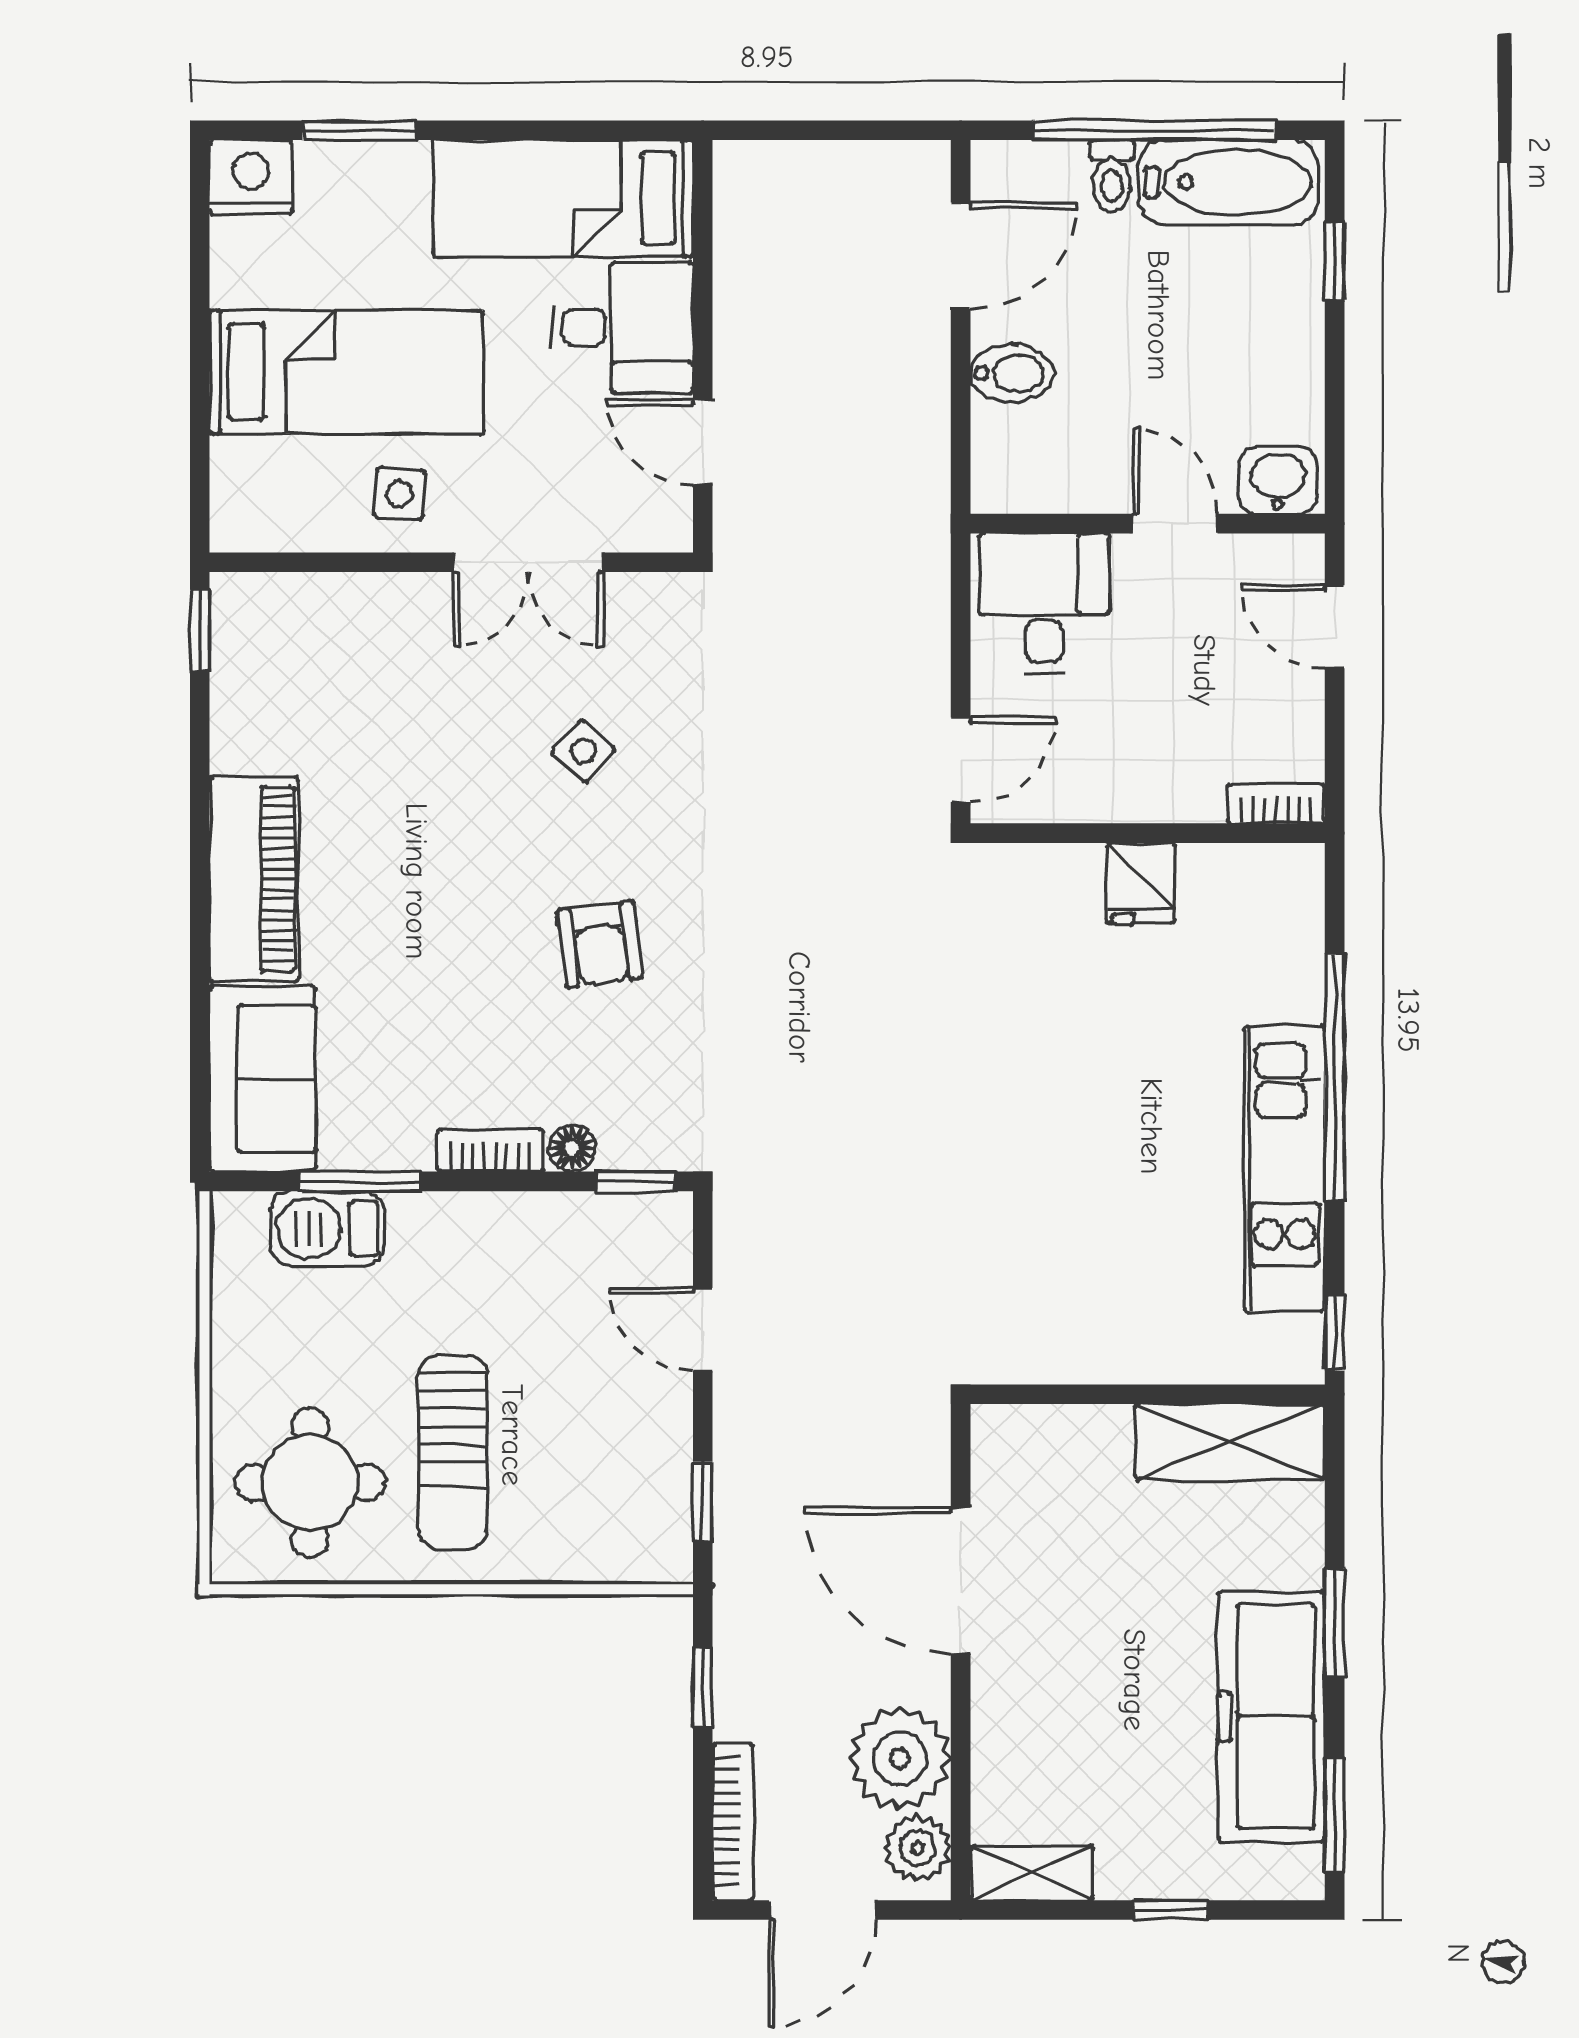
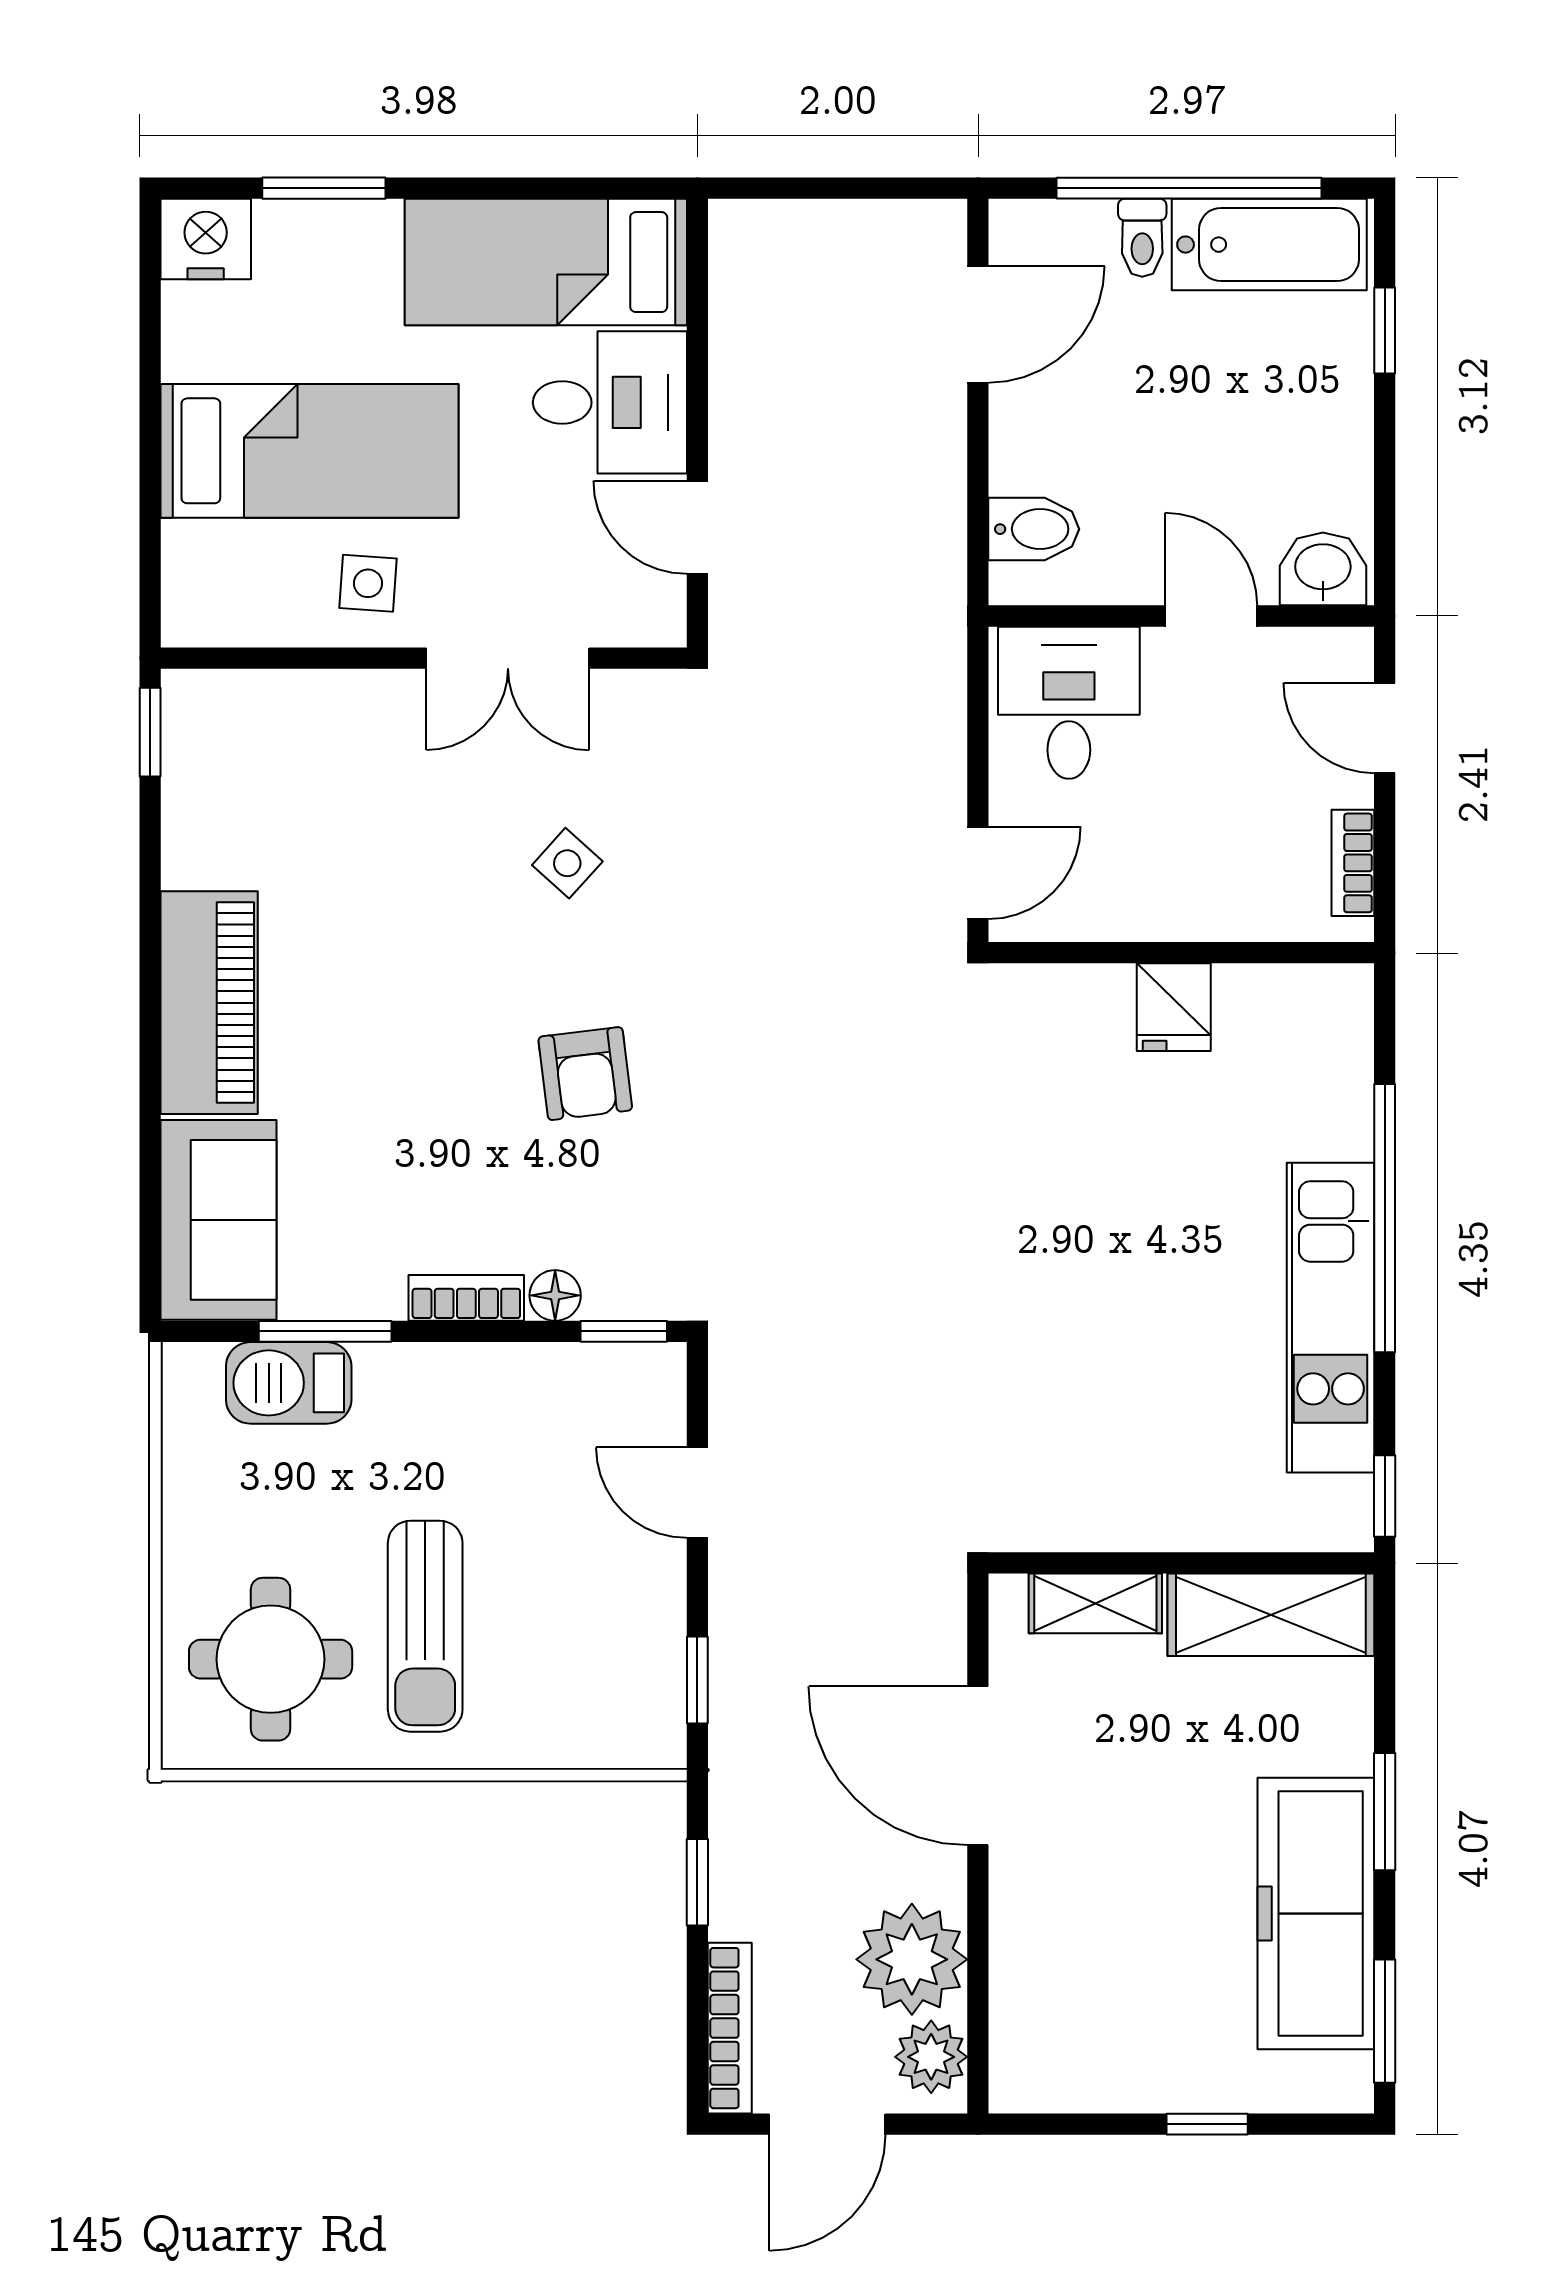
bidet: (1012, 373) -> (1034, 529), moved
bookcase: (1276, 804) -> (1353, 863), moved, turned -90
shelving: (1031, 1873) -> (1095, 1603), moved

